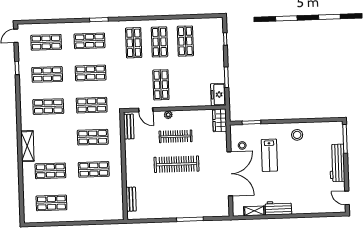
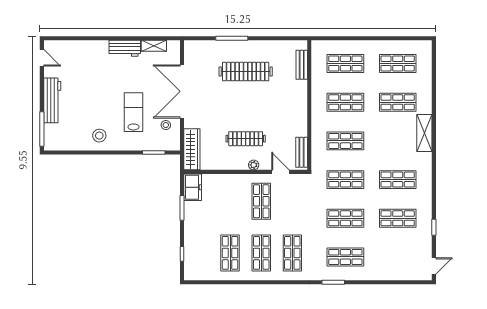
shop shelf: (46, 42) -> (345, 63), moved
wardrobe: (220, 120) -> (192, 149), width x1.50
clothes rail: (176, 164) -> (246, 72), moved

